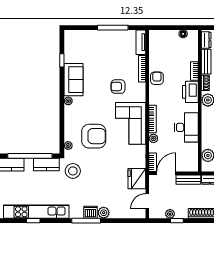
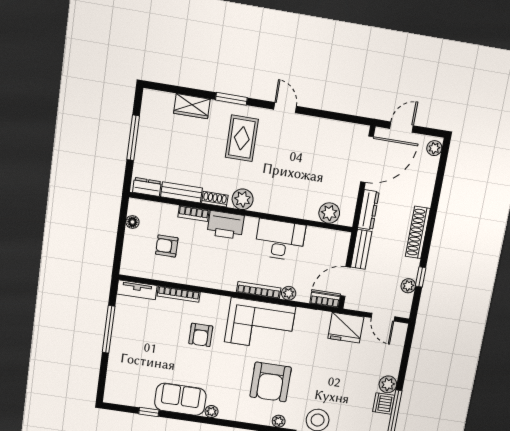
armchair: (157, 78) -> (167, 246), moved
armchair: (94, 136) -> (271, 382), turned 180
door: (166, 173) -> (345, 282), hinge flipped

